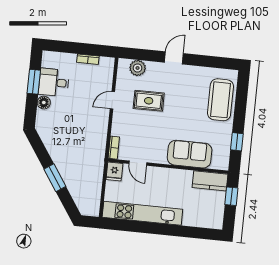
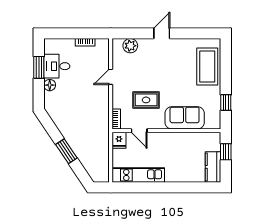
rug: (149, 101) -> (146, 100), moved
kitchen counter: (210, 181) -> (213, 167), moved, turned 90
kitchen unit: (142, 213) -> (138, 175), width x0.73

